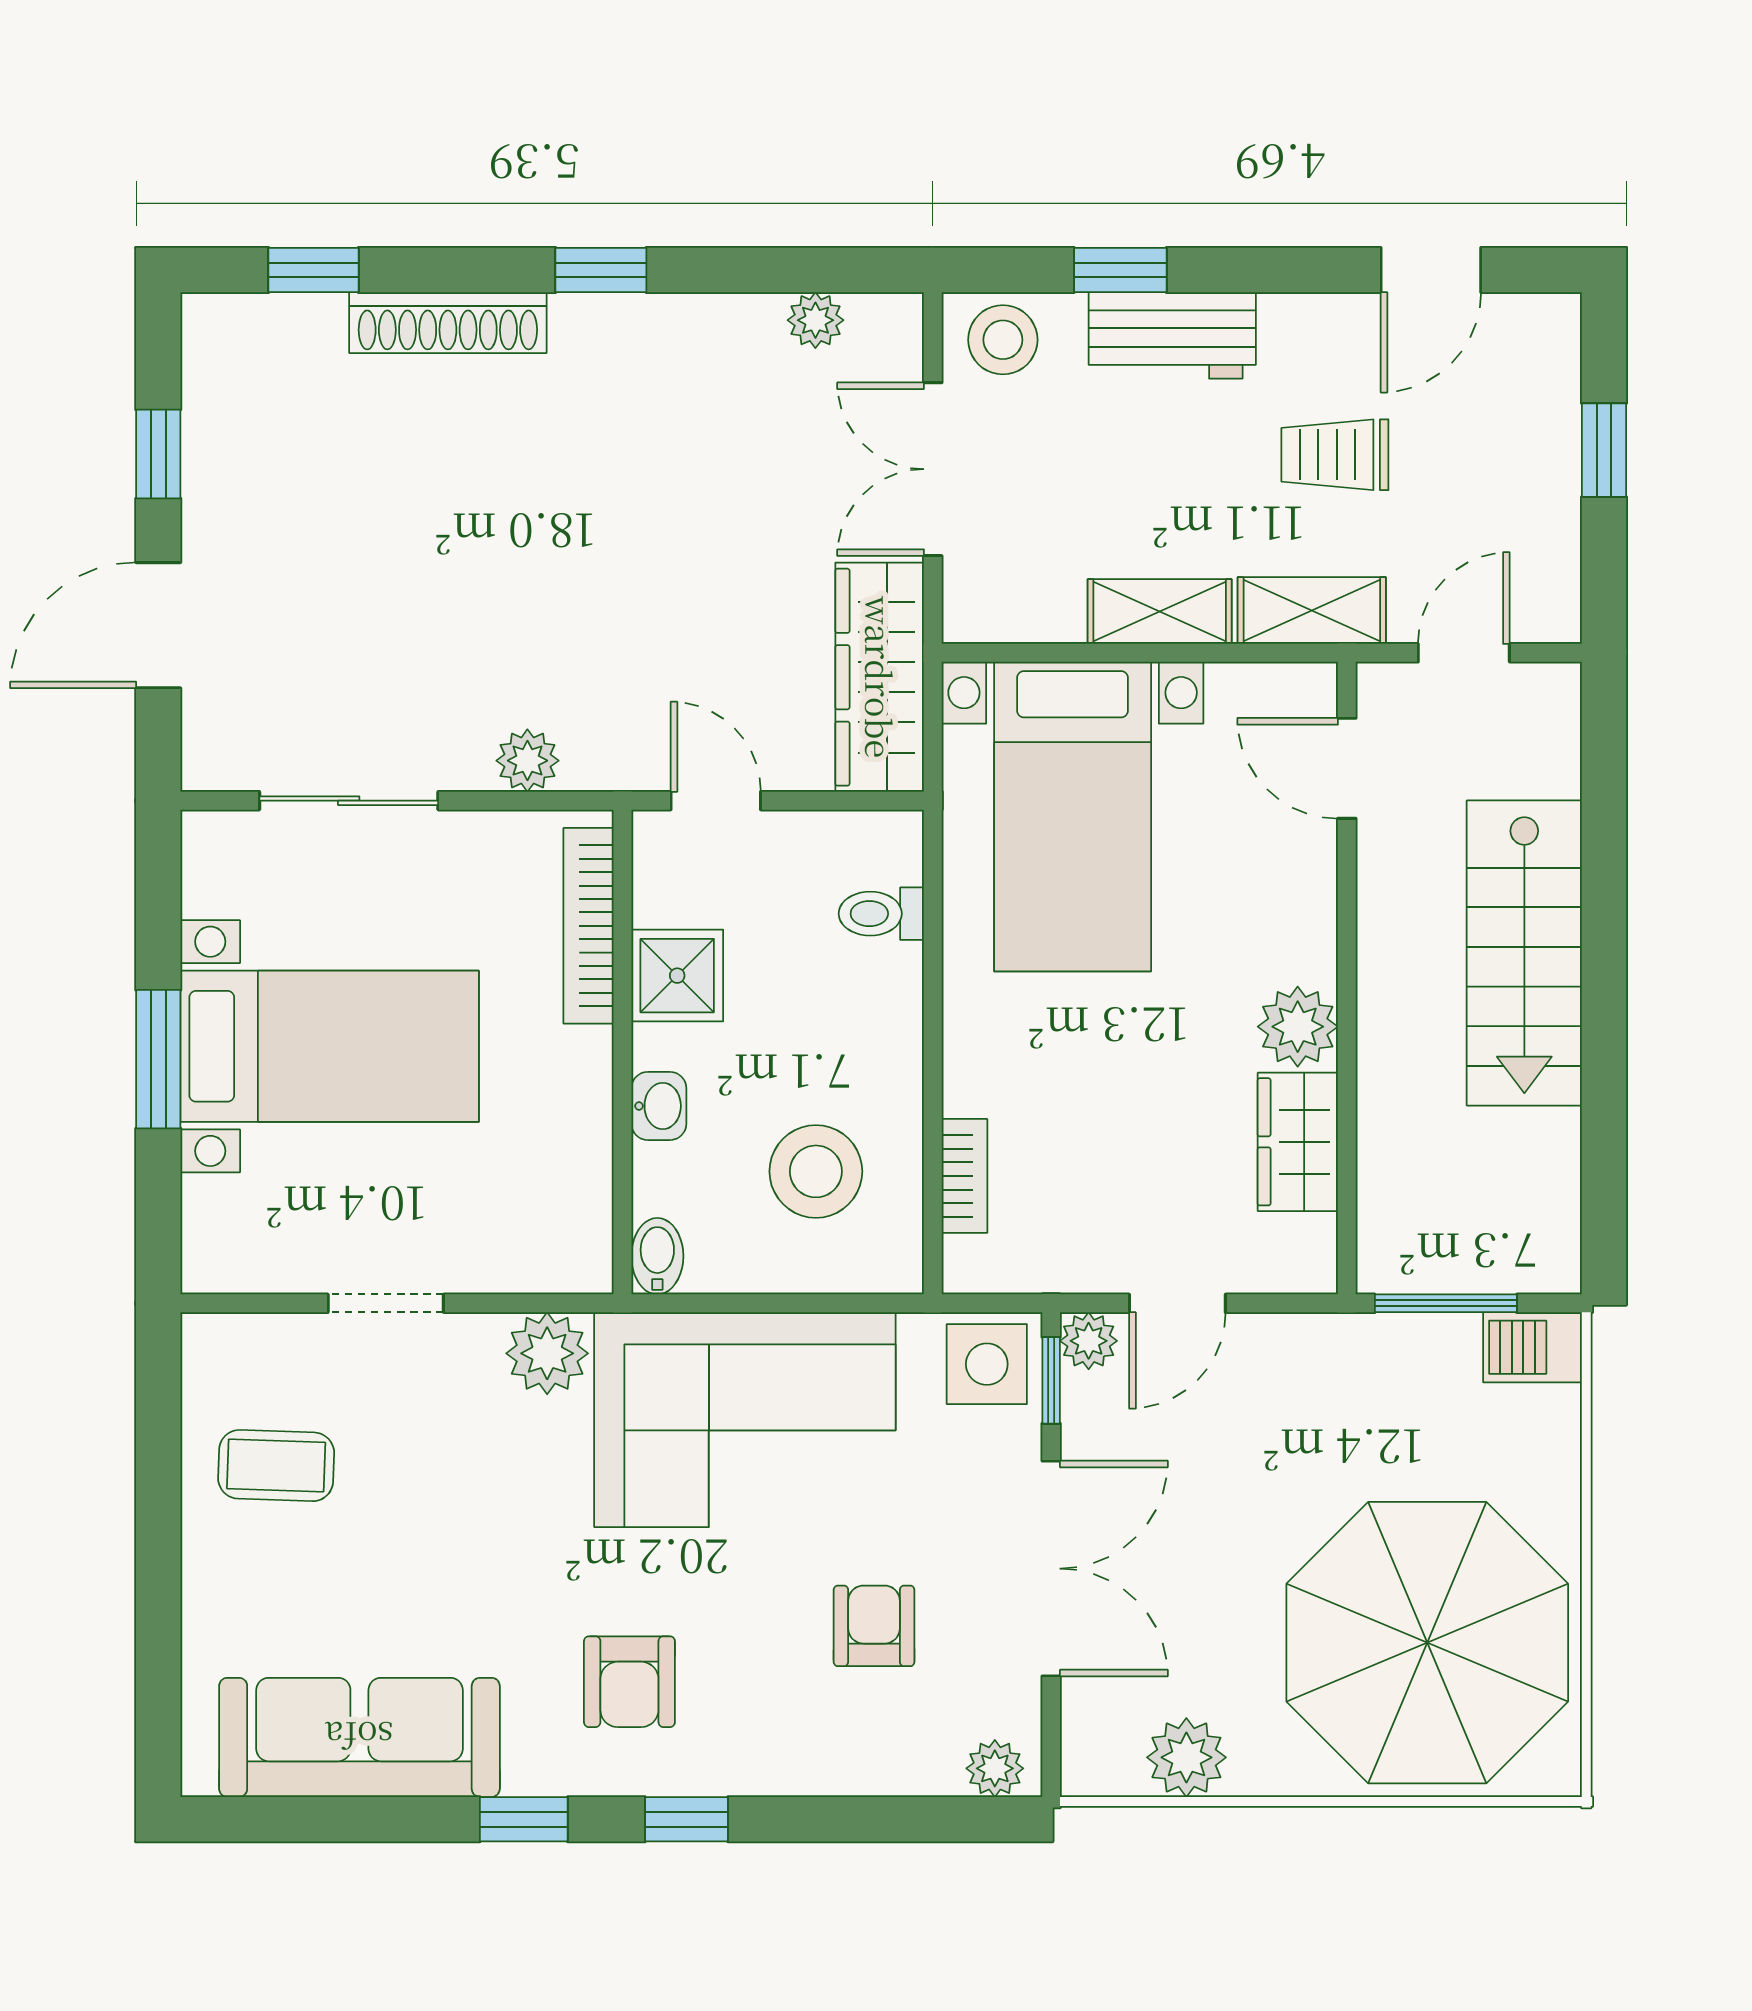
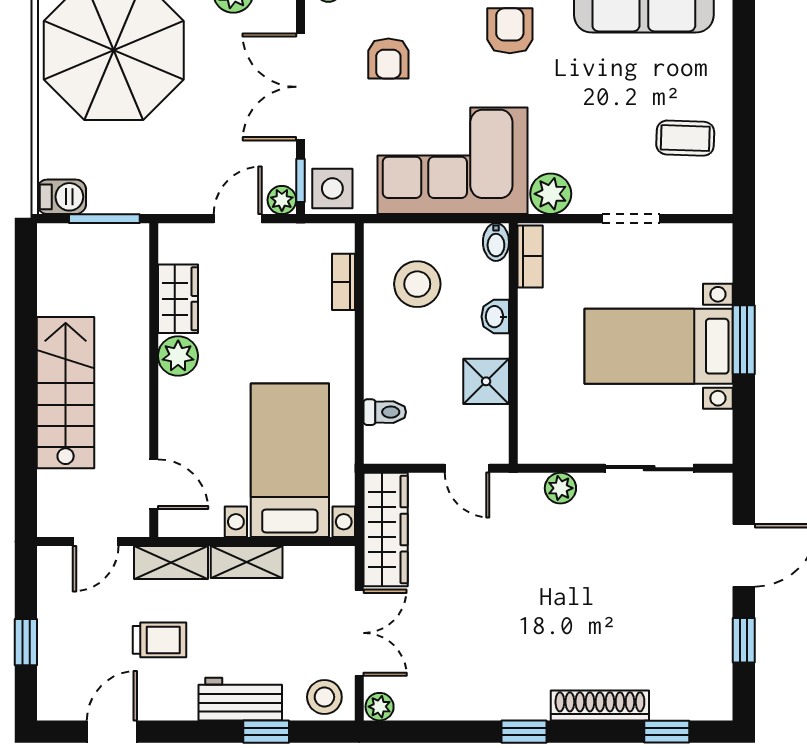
plant: (815, 320) -> (380, 707), moved
bookcase: (588, 926) -> (530, 256), moved, width x0.64

